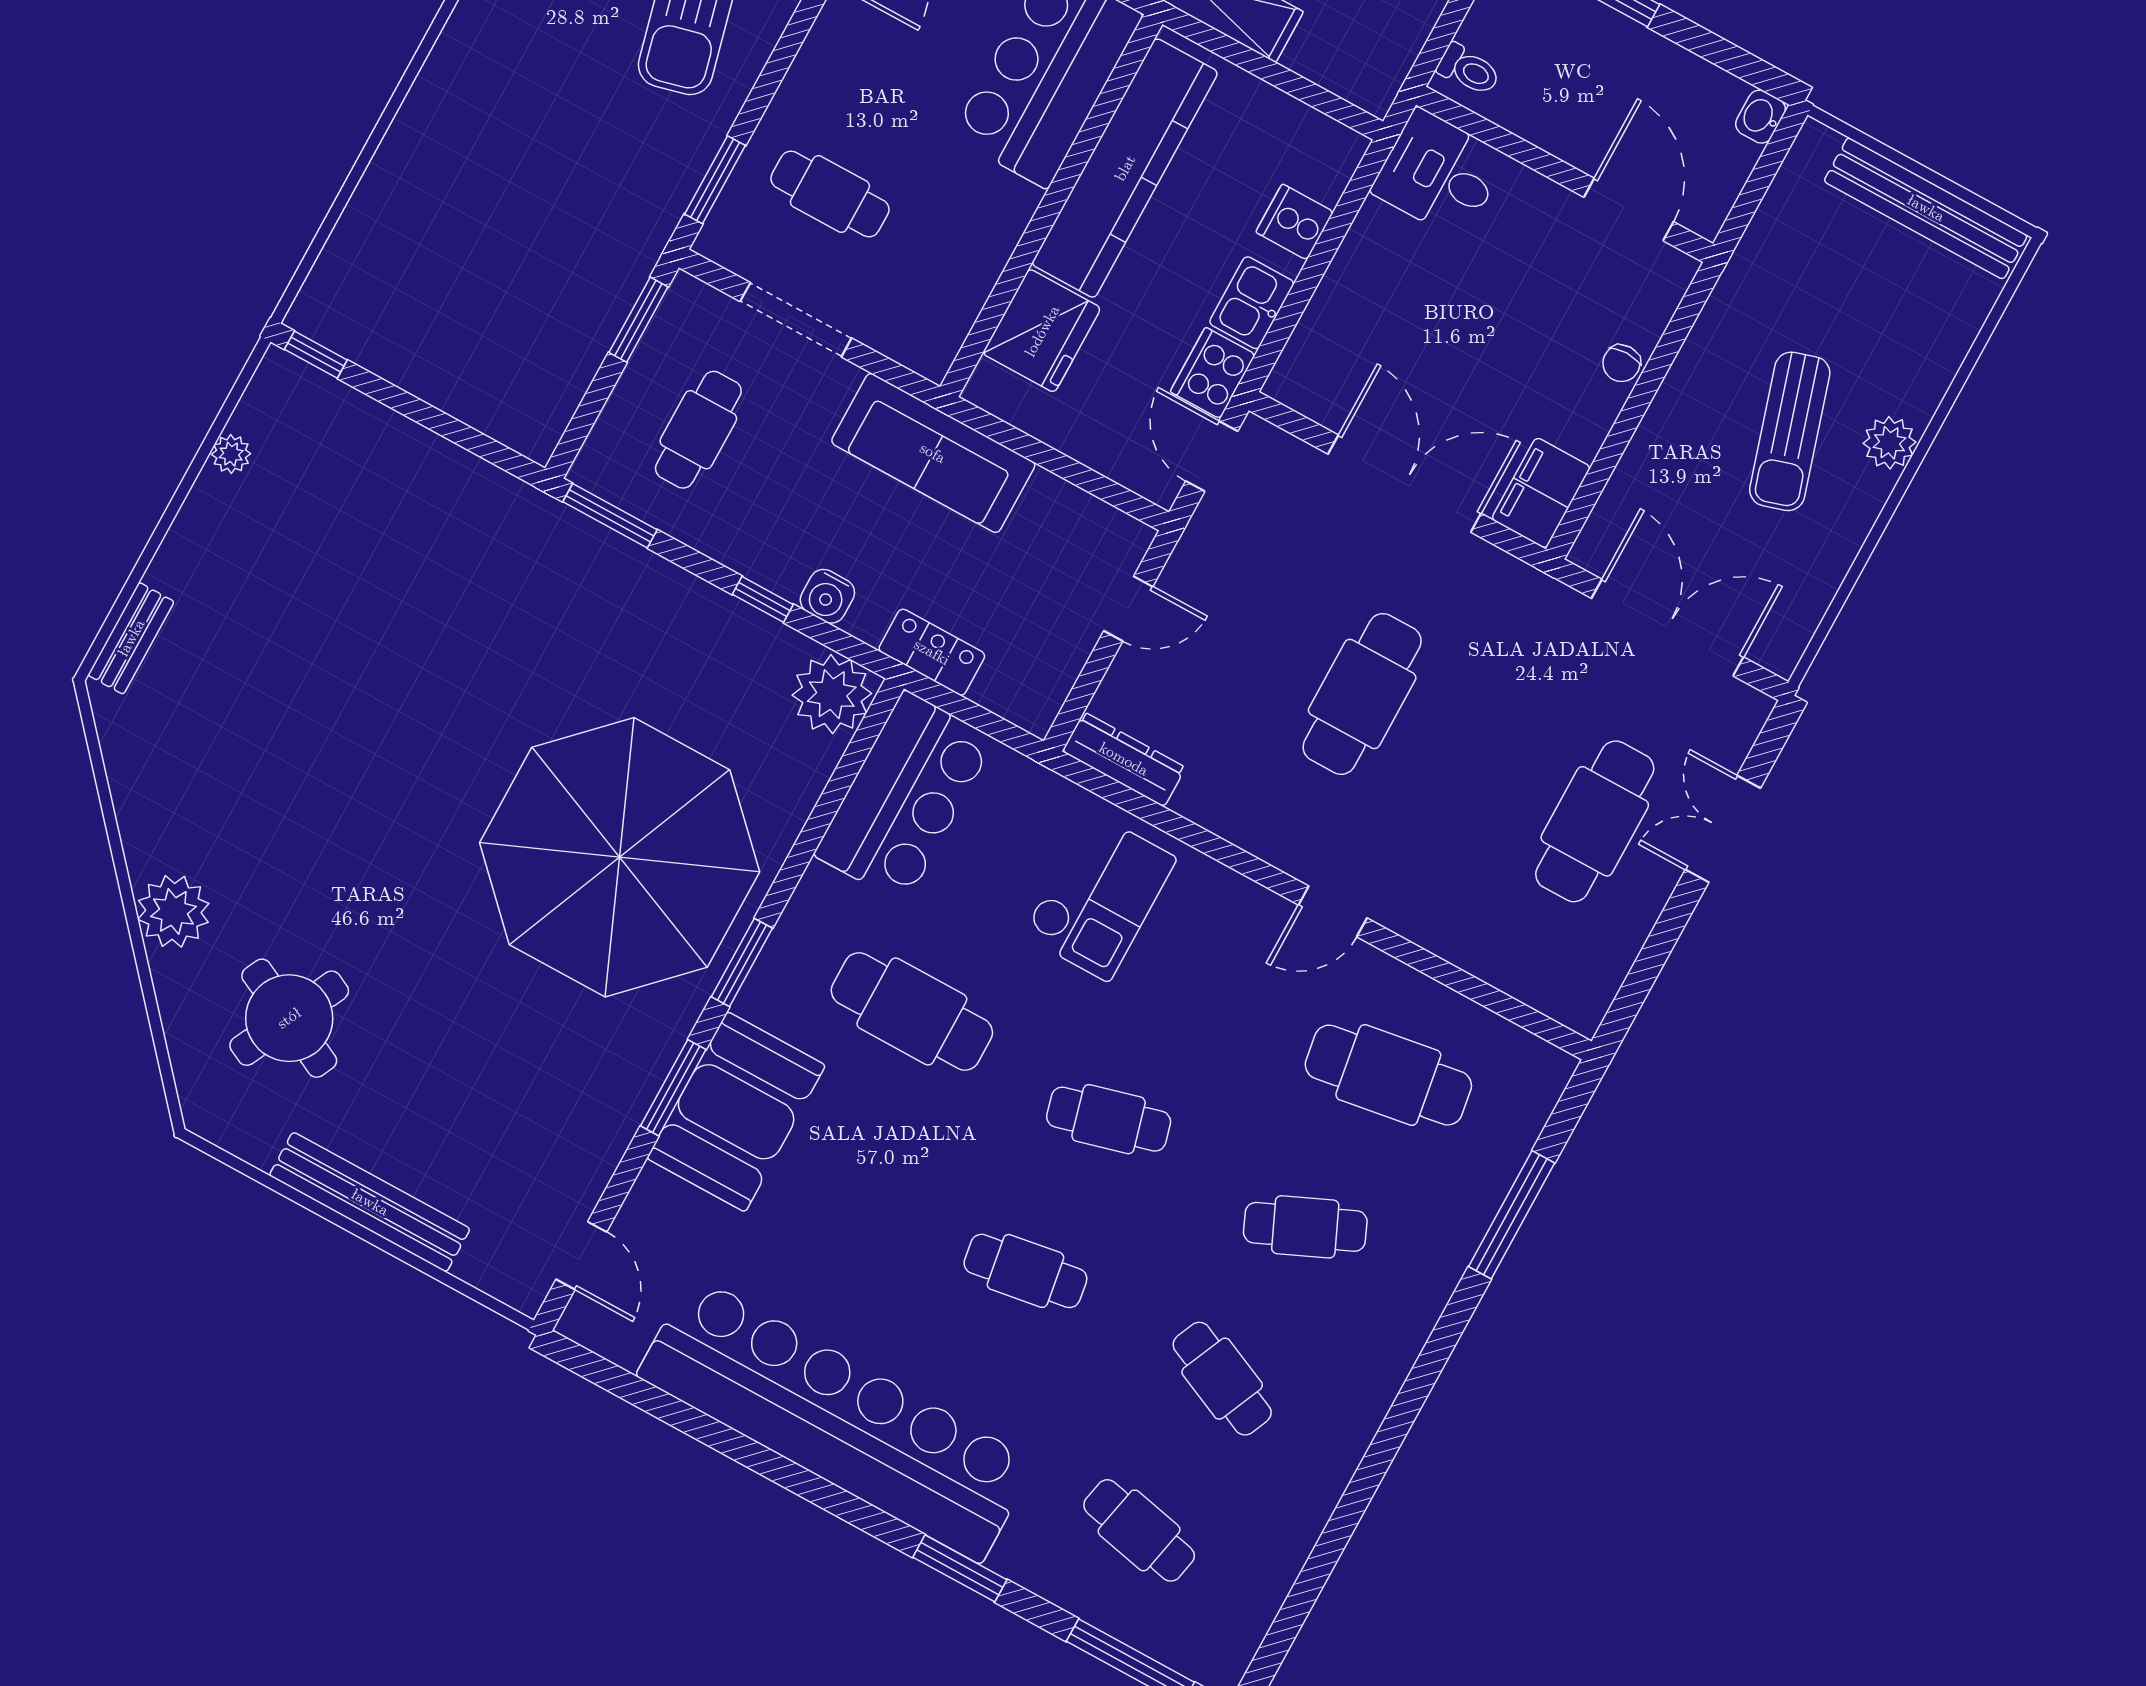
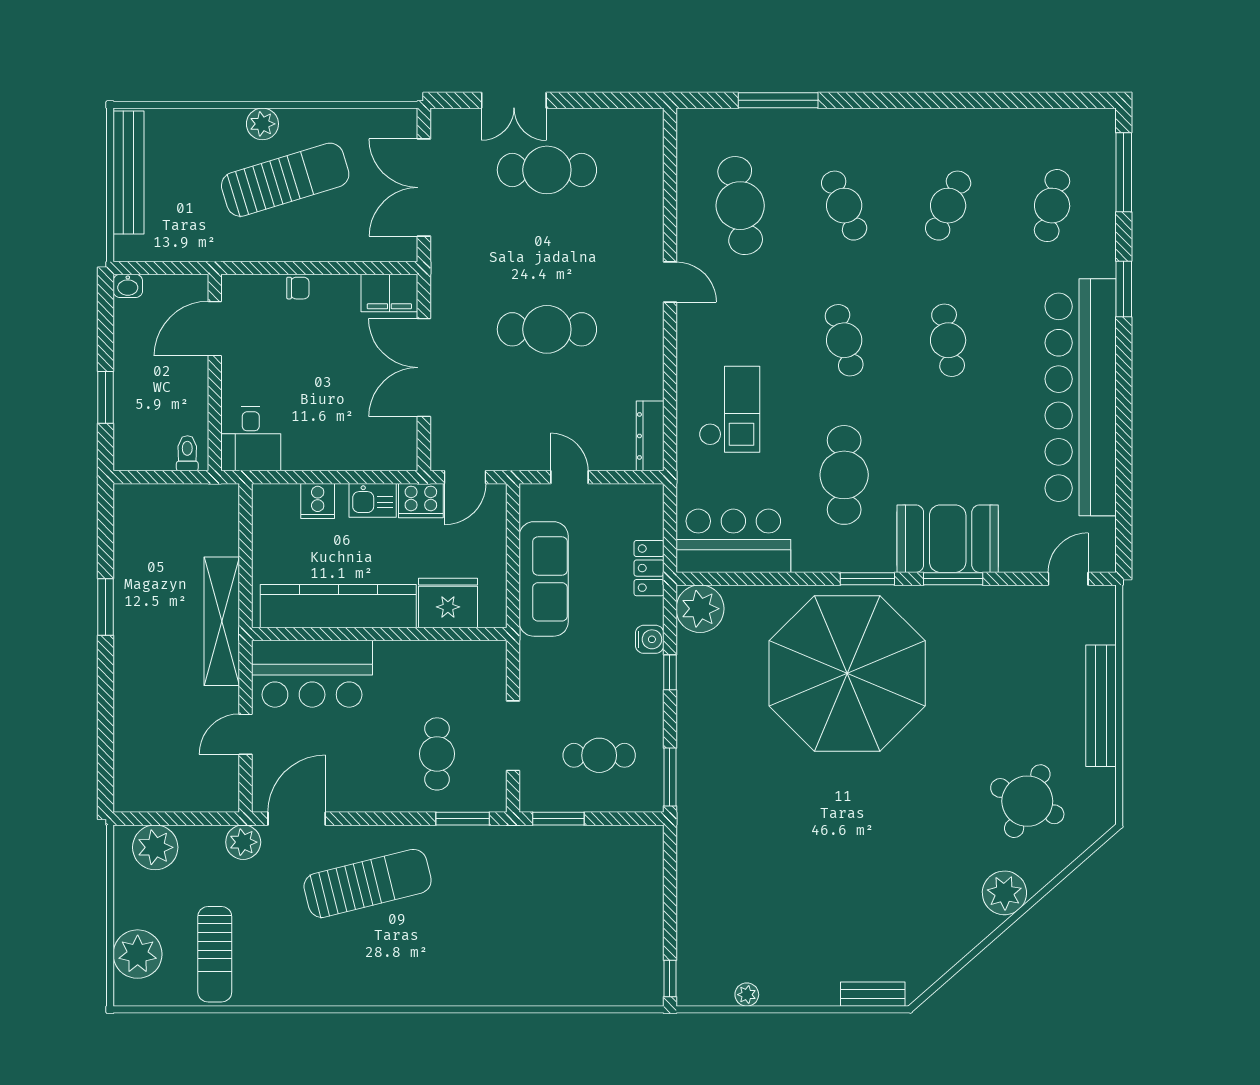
sun lounger: (1790, 431) -> (285, 180), width x1.36, depth x1.34
sofa: (933, 453) -> (544, 579), moved
checkout: (1099, 897) -> (729, 409), turned 90

